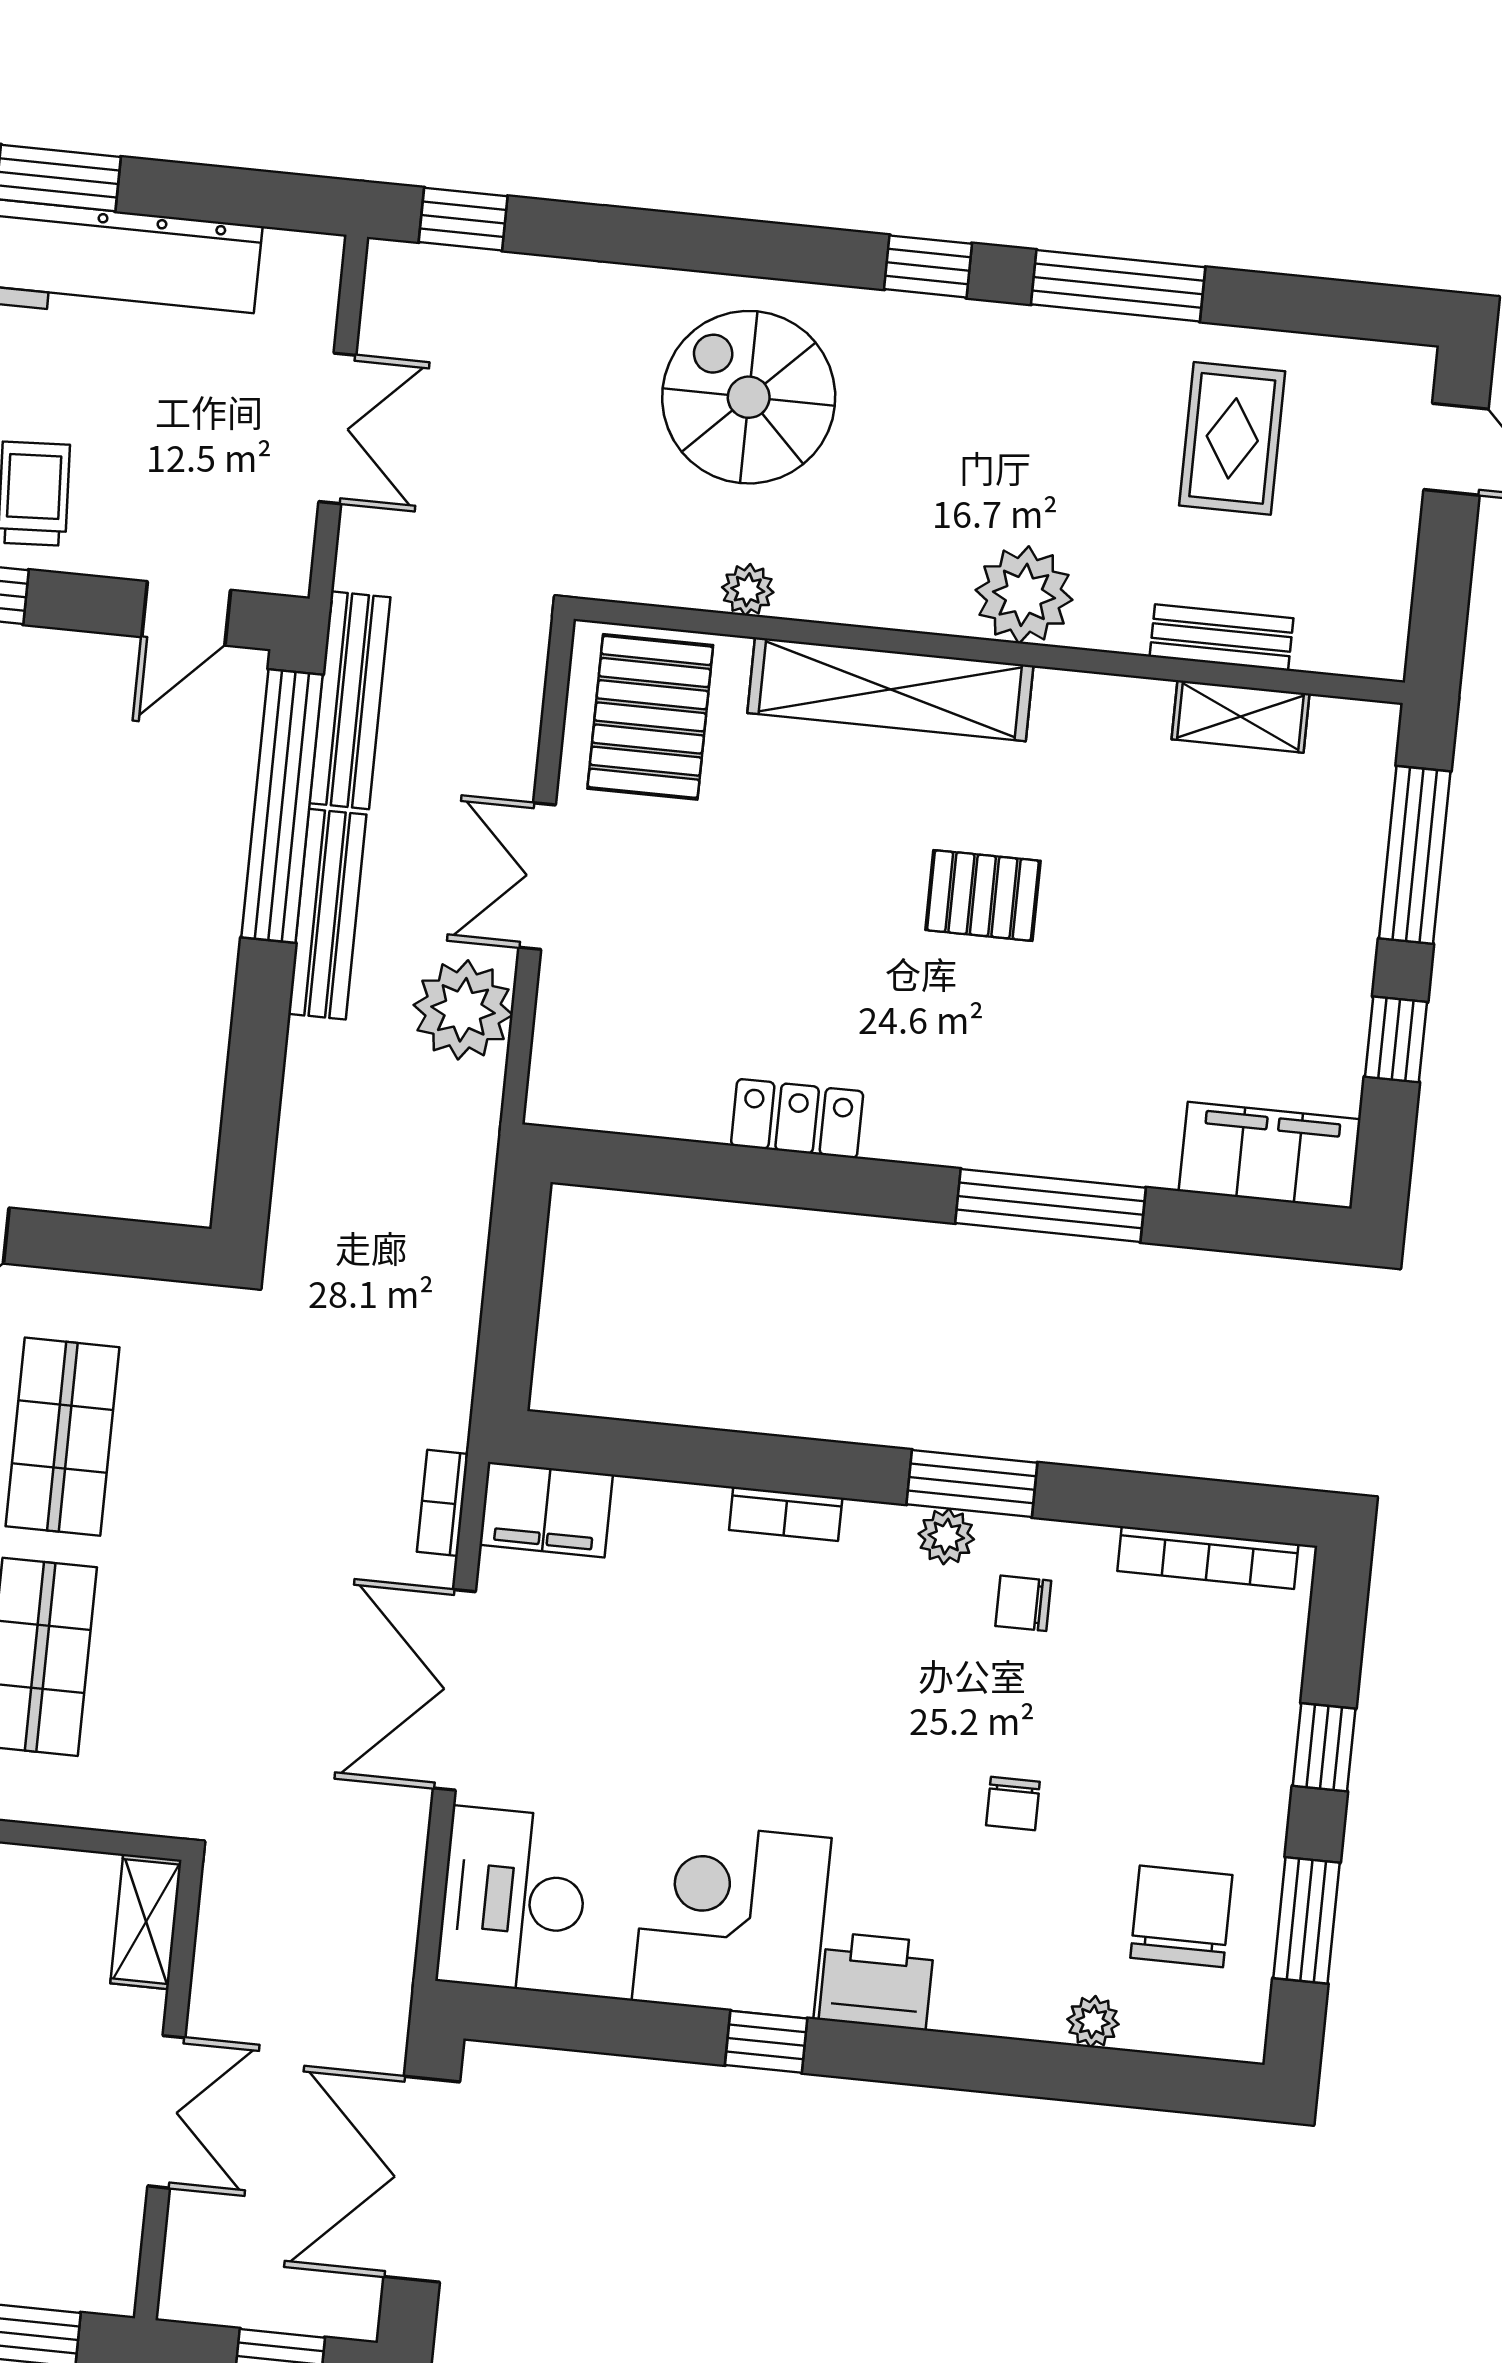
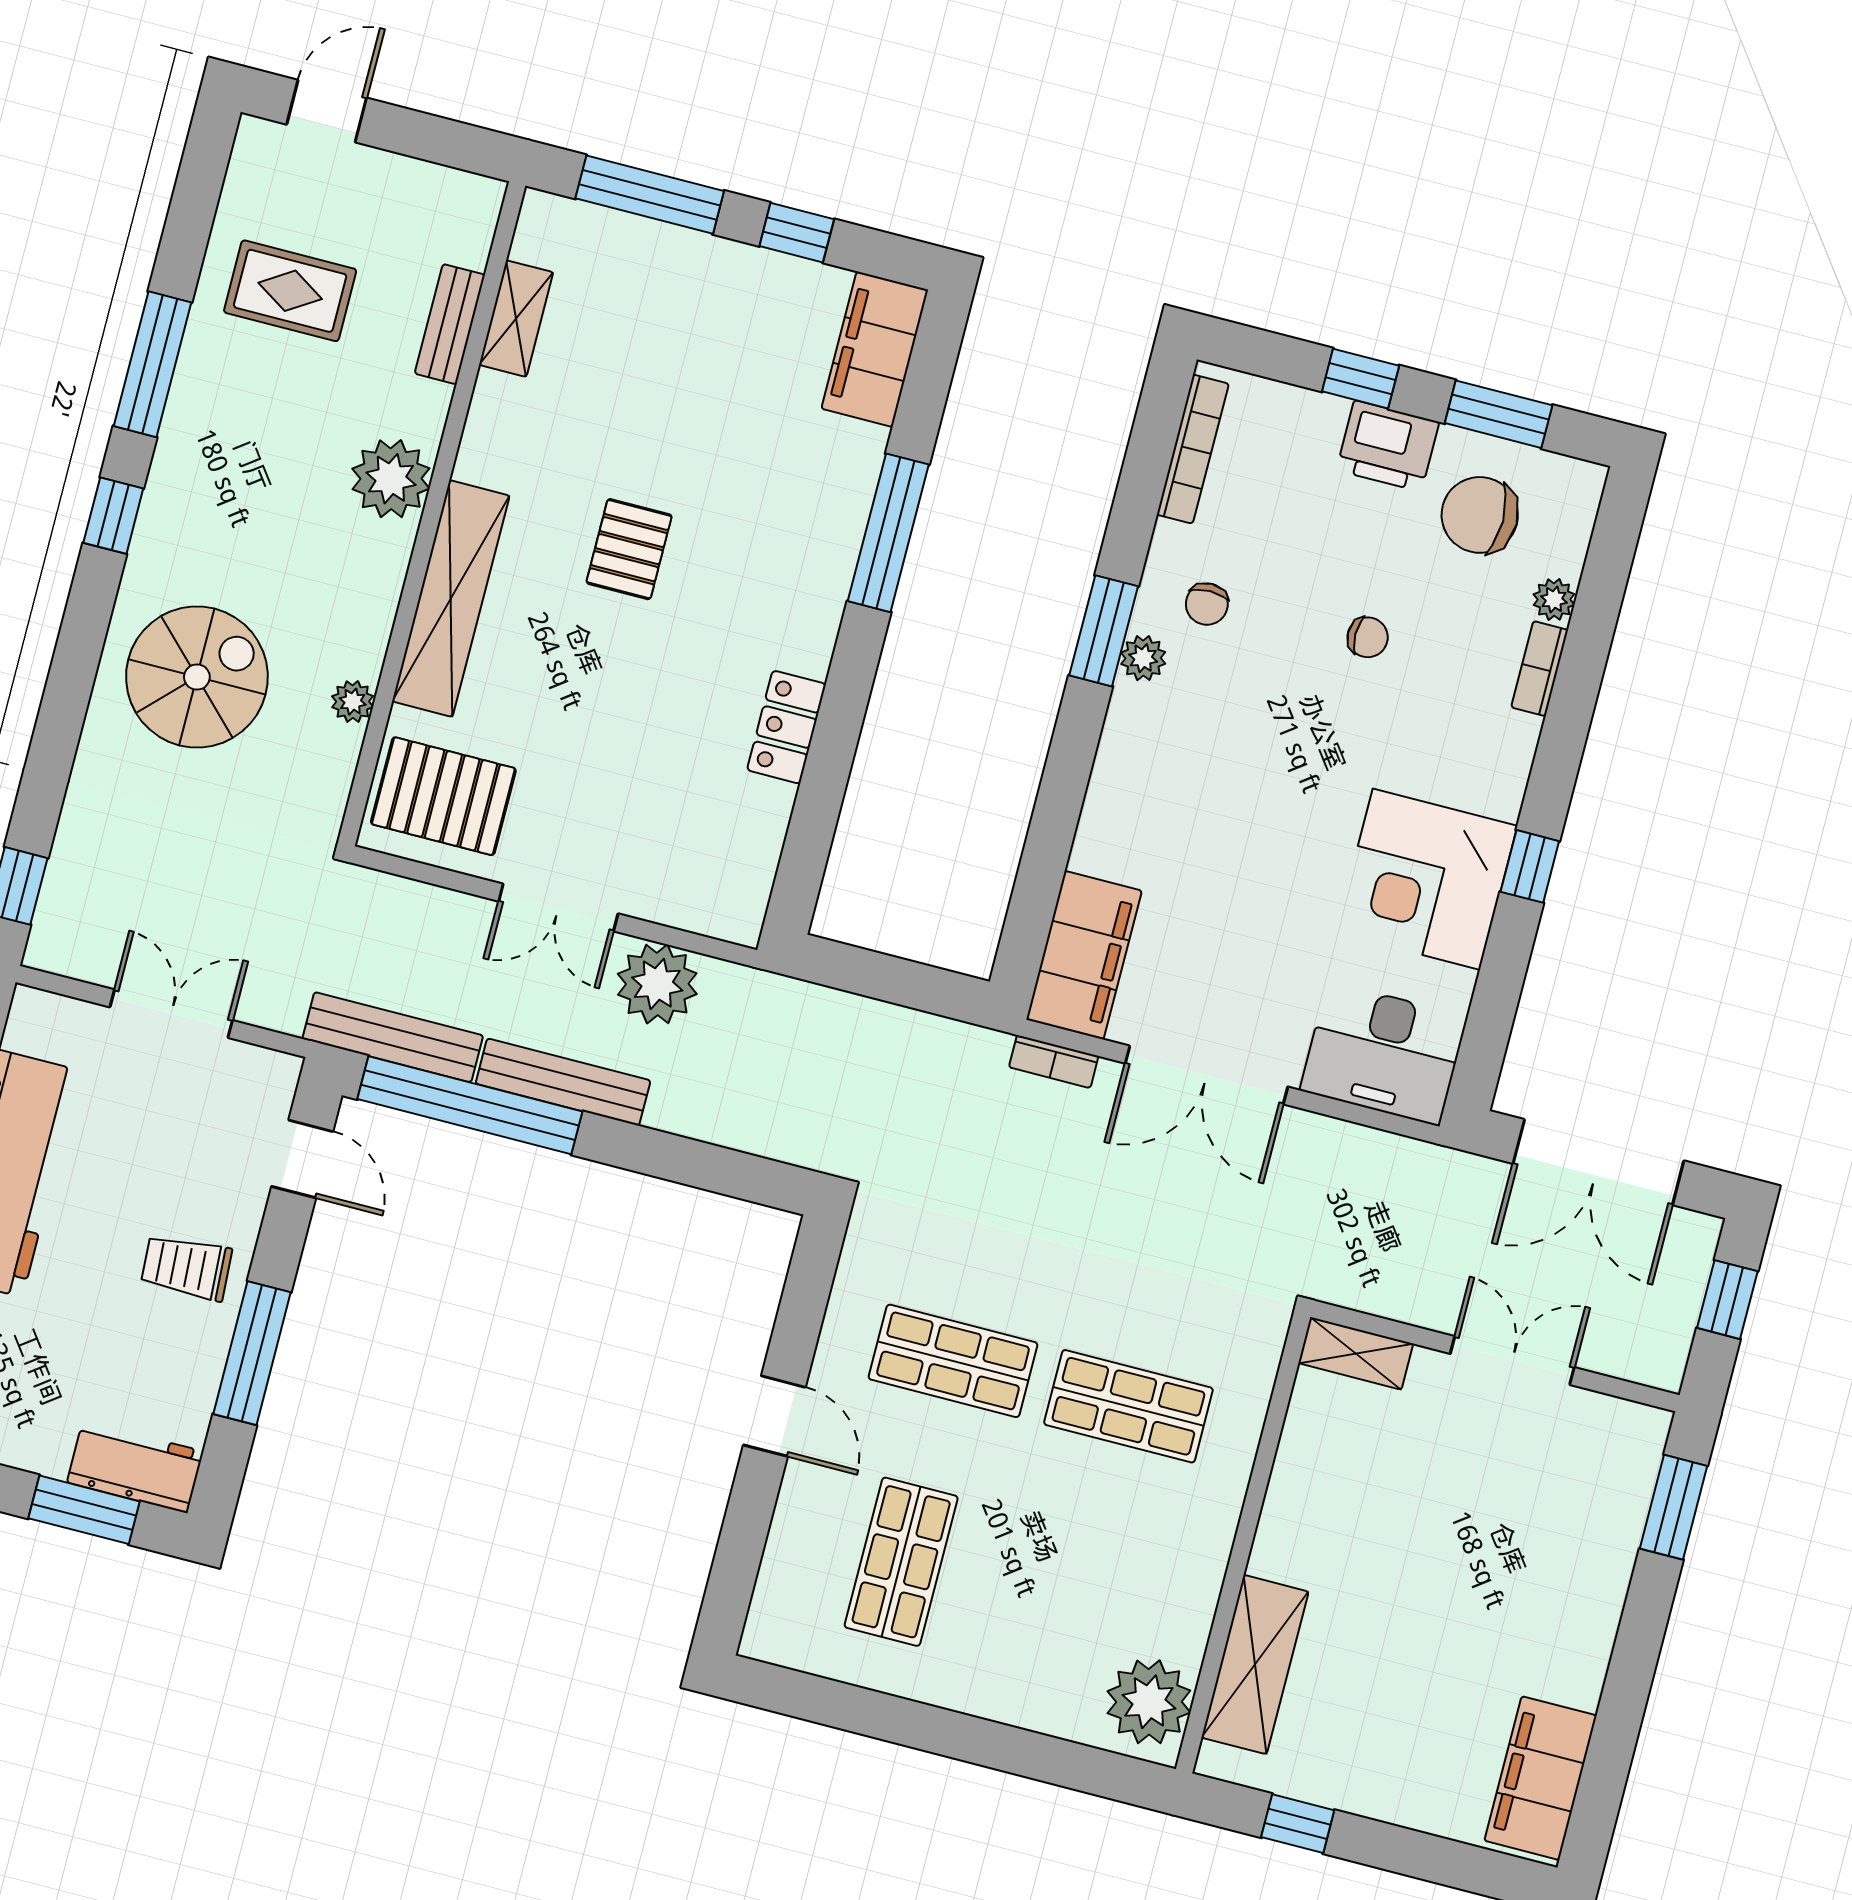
spiral stairs: (749, 397) -> (197, 677), turned 180
filing cabinet: (546, 1510) -> (1084, 955), width x1.50, depth x1.17
bookcase: (786, 1514) -> (1540, 669), moved, turned 180
printer: (876, 1981) -> (1388, 446), moved, turned -90

